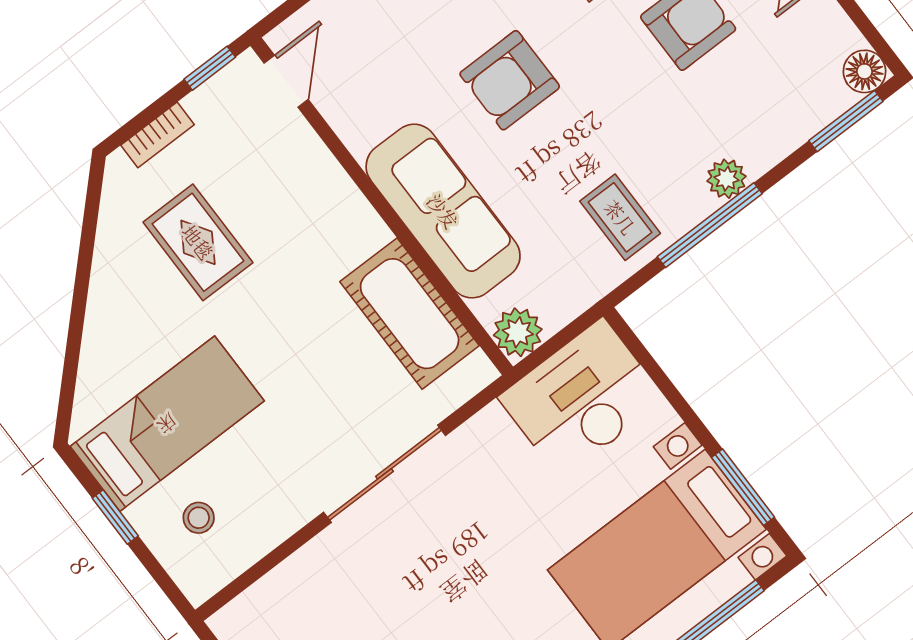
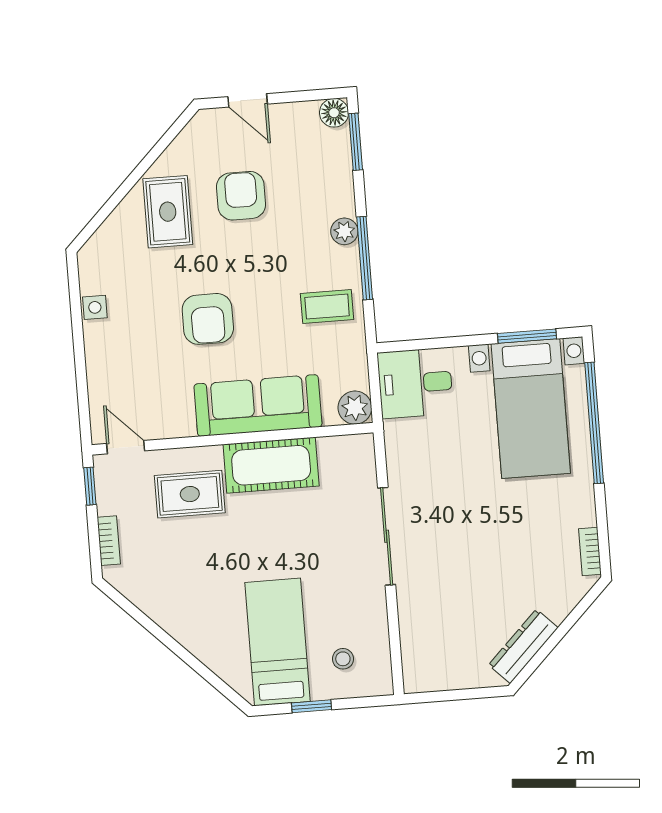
rug: (198, 242) -> (190, 494), moved
cot: (410, 314) -> (271, 465), moved
desk: (582, 398) -> (415, 383), width x0.73

